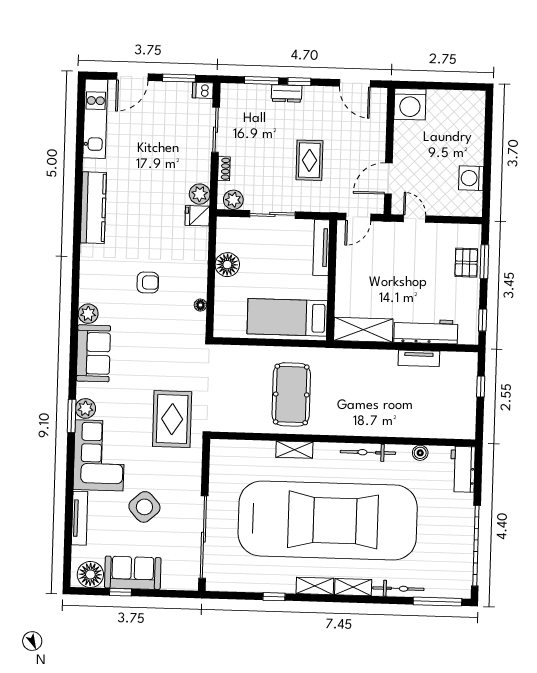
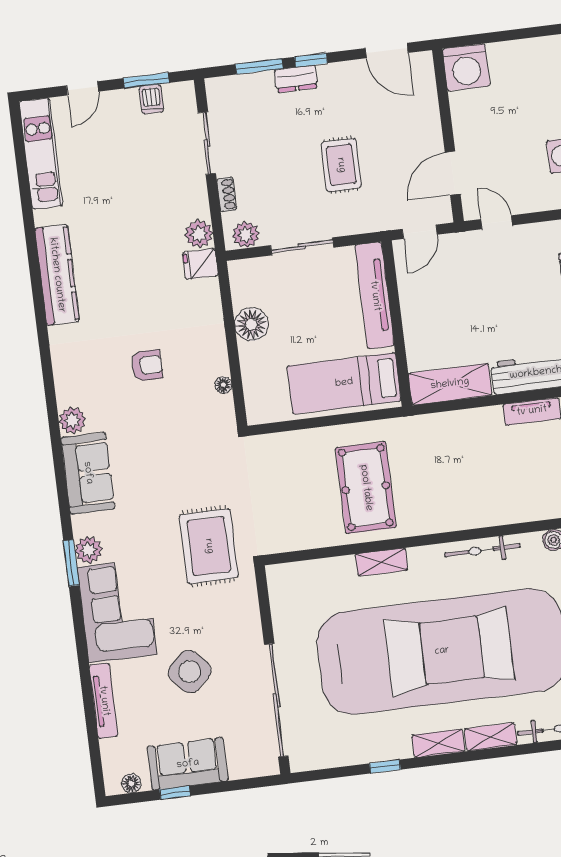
door: (132, 77) -> (83, 88), width x0.73
dishwasher: (203, 90) -> (151, 99), moved, turned -90
tv unit: (321, 248) -> (375, 296), width x1.36, depth x1.29
floor lamp: (90, 574) -> (131, 783), width x0.53, depth x0.53

